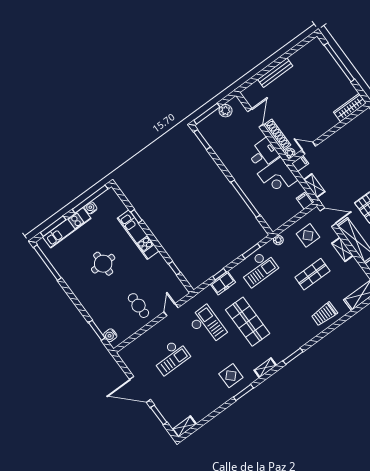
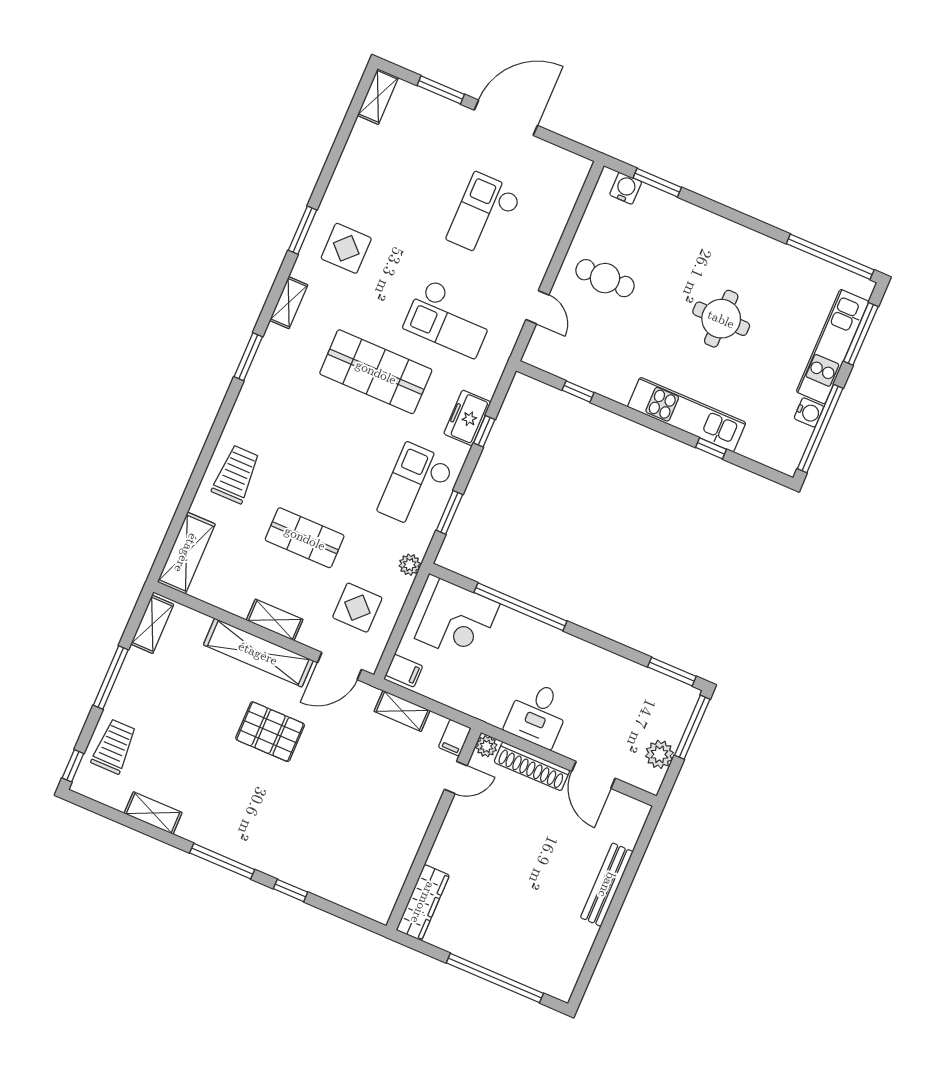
corner desk: (278, 177) -> (457, 621), moved, turned 180
shop shelf: (312, 274) -> (305, 538), turned 90

